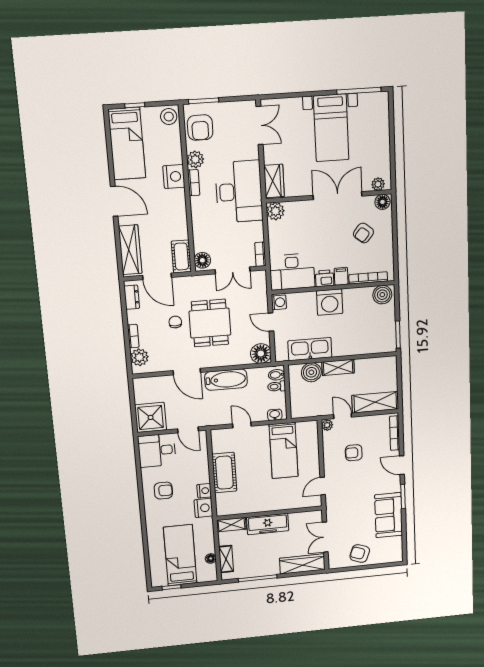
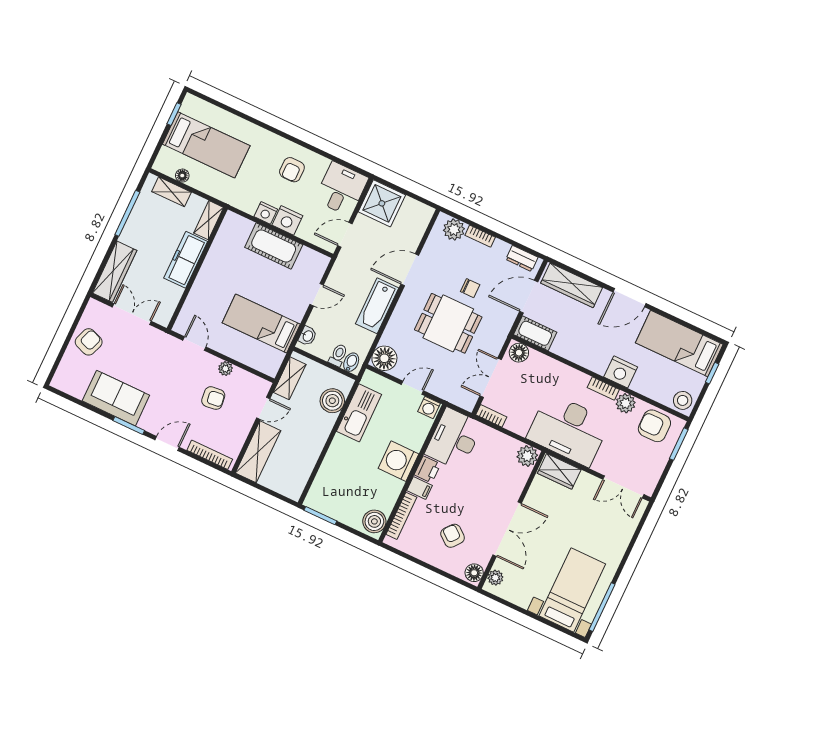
bed with nightstands: (331, 128) -> (572, 590), moved, turned 90
shelving: (338, 367) -> (290, 378), moved
plant: (327, 425) -> (225, 369), moved
armchair: (354, 453) -> (213, 398), turned 83
nightstand: (203, 508) -> (287, 220), moved

